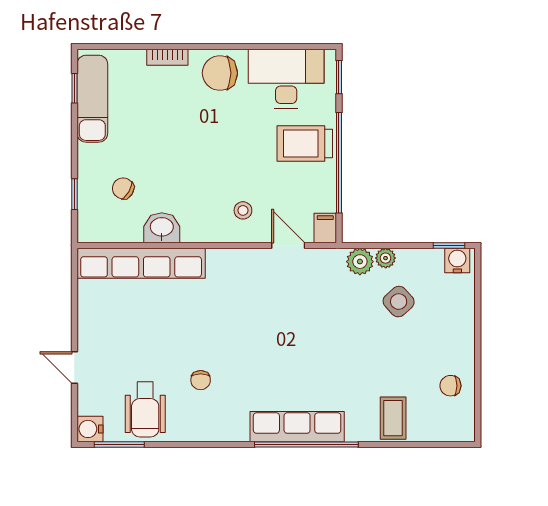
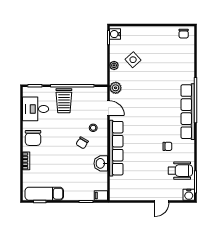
desk: (286, 79) -> (36, 109), width x0.73
chair: (123, 188) -> (82, 143), moved
filing cabinet: (325, 228) -> (101, 196), moved
door: (288, 245) -> (108, 108), swing flipped
plant: (360, 262) -> (116, 88), moved
row of seats: (141, 263) -> (116, 148), moved
chair: (450, 386) -> (184, 34), moved
coffee table: (393, 418) -> (184, 62), removed
row of seats: (297, 427) -> (188, 112), width x1.36

